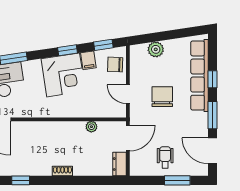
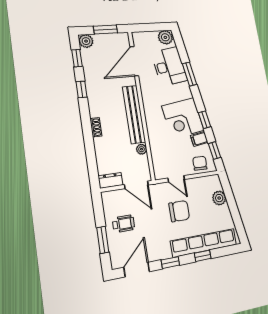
door: (128, 94) -> (176, 179), swing flipped
window: (212, 115) -> (170, 263), width x0.67
bench: (53, 129) -> (134, 114), added

